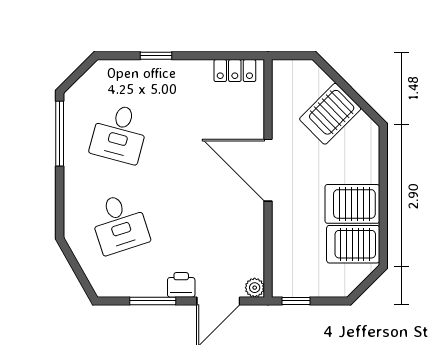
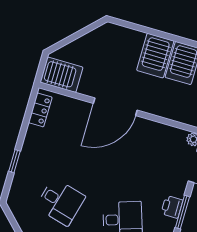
server rack: (330, 114) -> (62, 75), moved, turned -45
printer: (181, 285) -> (172, 207), moved

